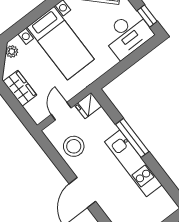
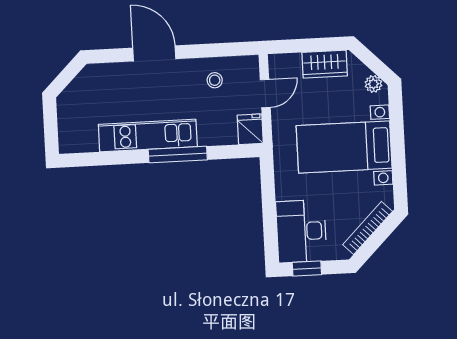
door: (61, 111) -> (265, 94), hinge flipped
stool: (74, 146) -> (215, 80), width x0.53, depth x0.53

